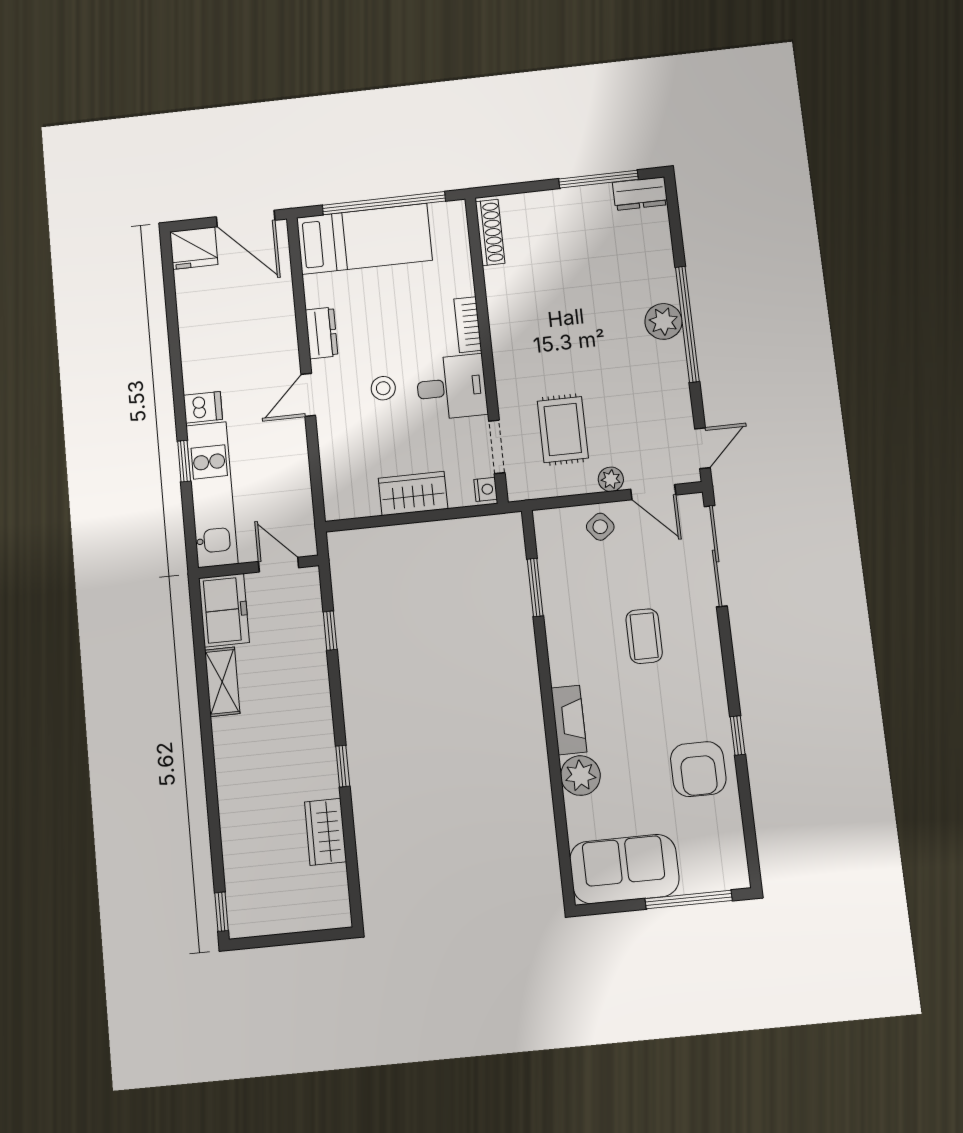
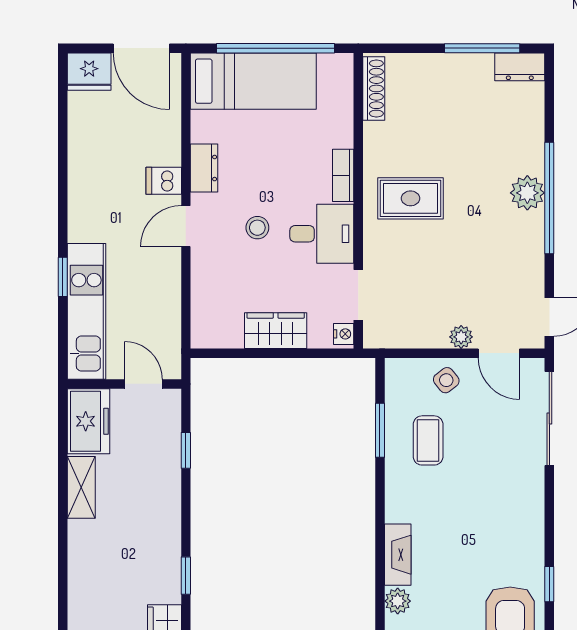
dishwasher: (203, 407) -> (164, 181), moved, turned 180
rug: (563, 430) -> (411, 198), moved, turned 90
coffee table: (644, 636) -> (428, 440), moved
plant: (580, 776) -> (398, 601), width x0.73, depth x0.73

